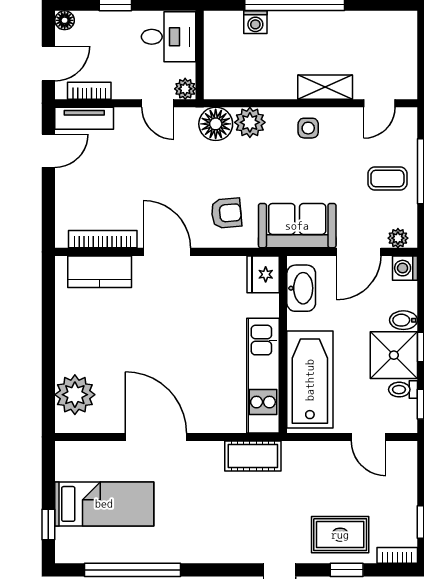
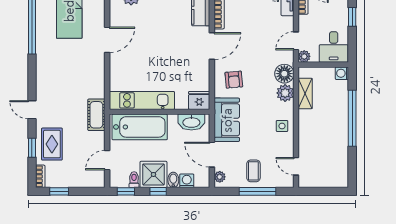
washing machine: (255, 22) -> (342, 73), moved
shelving: (325, 87) -> (305, 93), moved
washing machine: (405, 268) -> (187, 181), moved
door: (156, 437) -> (107, 40), width x0.73
cot: (253, 456) -> (96, 115), moved

